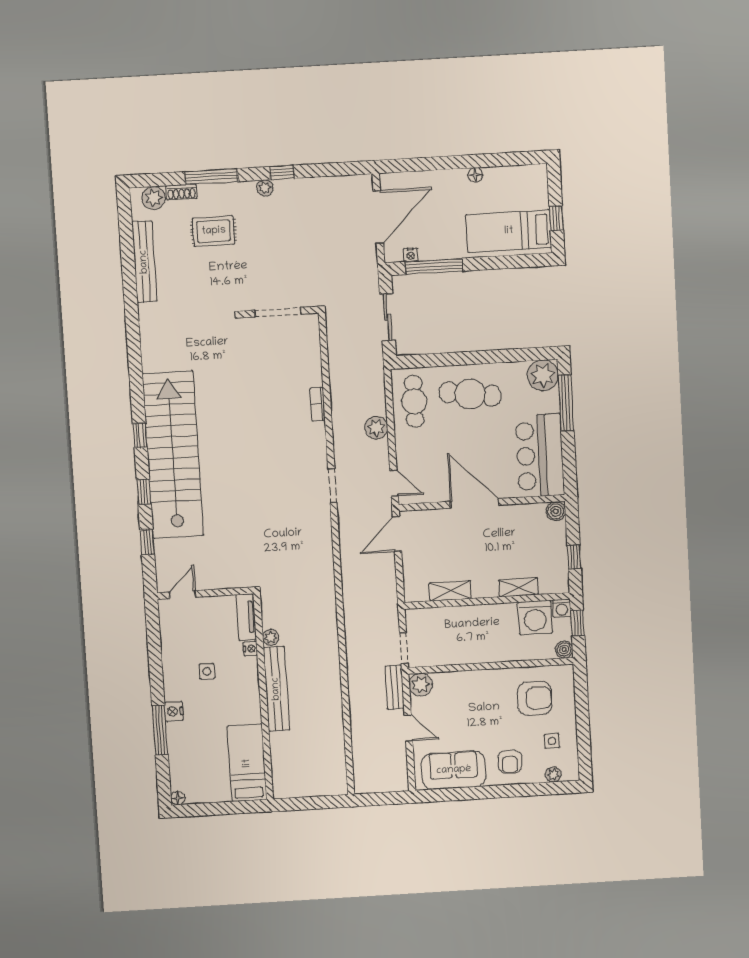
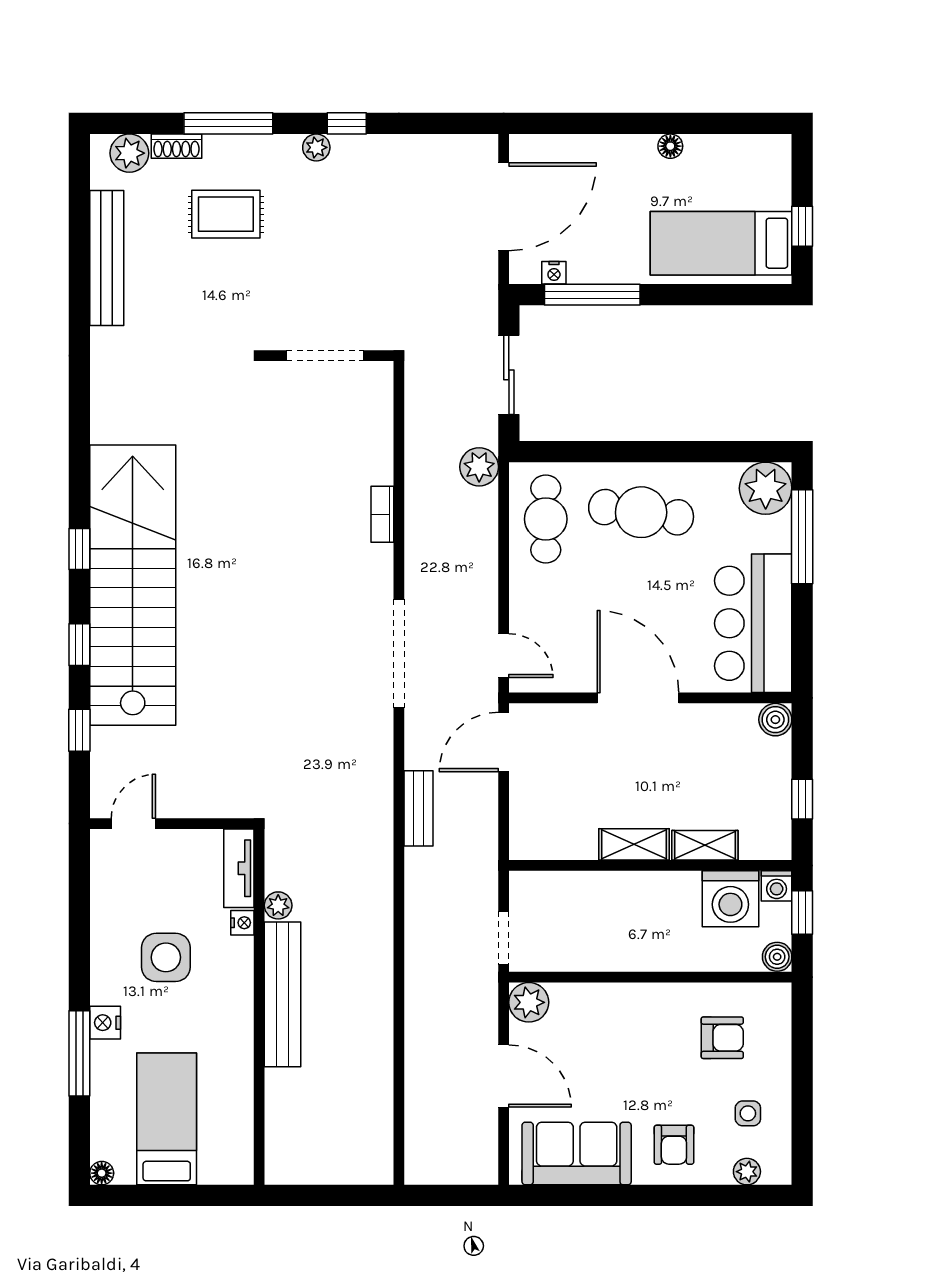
plant: (376, 428) -> (479, 467), moved
doorway: (332, 486) -> (399, 653), width x1.87
shelving: (450, 591) -> (634, 844), moved
side table: (207, 671) -> (166, 957), width x1.87, depth x1.87
bench: (395, 687) -> (419, 808), moved
armchair: (535, 698) -> (722, 1038), width x0.72, depth x0.72
door: (408, 728) -> (504, 1076), width x1.38
bed: (247, 763) -> (167, 1119), moved

